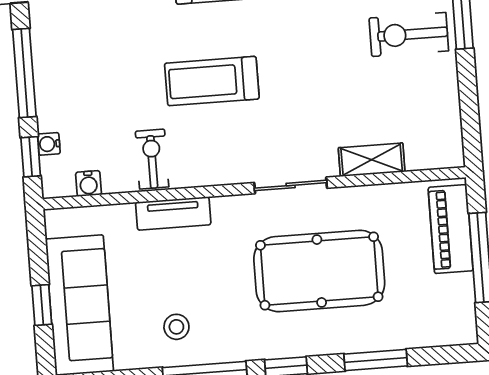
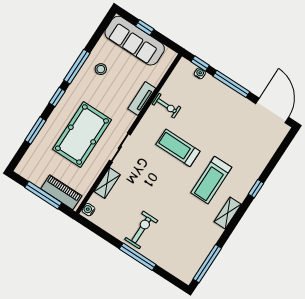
treadmill: (212, 81) -> (178, 148), turned -90
water cooler: (89, 183) -> (88, 210), moved

